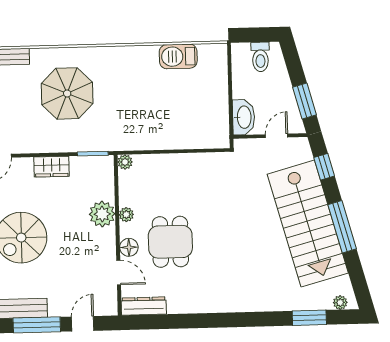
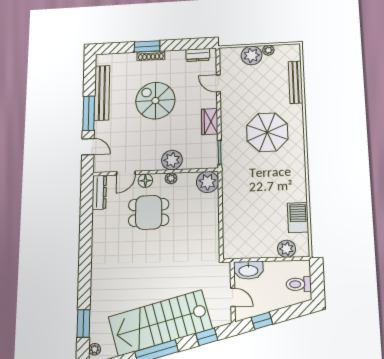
plant: (217, 71) -> (286, 249), added
window: (304, 101) -> (262, 321), width x0.67
plant: (125, 162) -> (208, 182), width x1.87, depth x1.87

